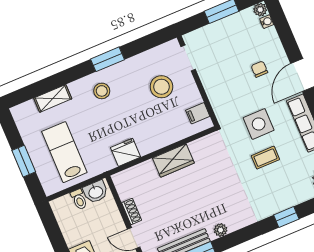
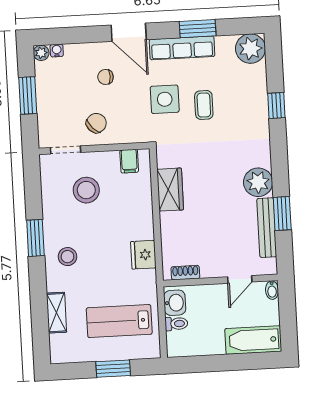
chair: (219, 75) -> (96, 123), added
wardrobe: (173, 161) -> (170, 190), moved
shoe rack: (132, 211) -> (185, 273), moved
plant: (221, 230) -> (258, 182), width x1.88, depth x1.88

